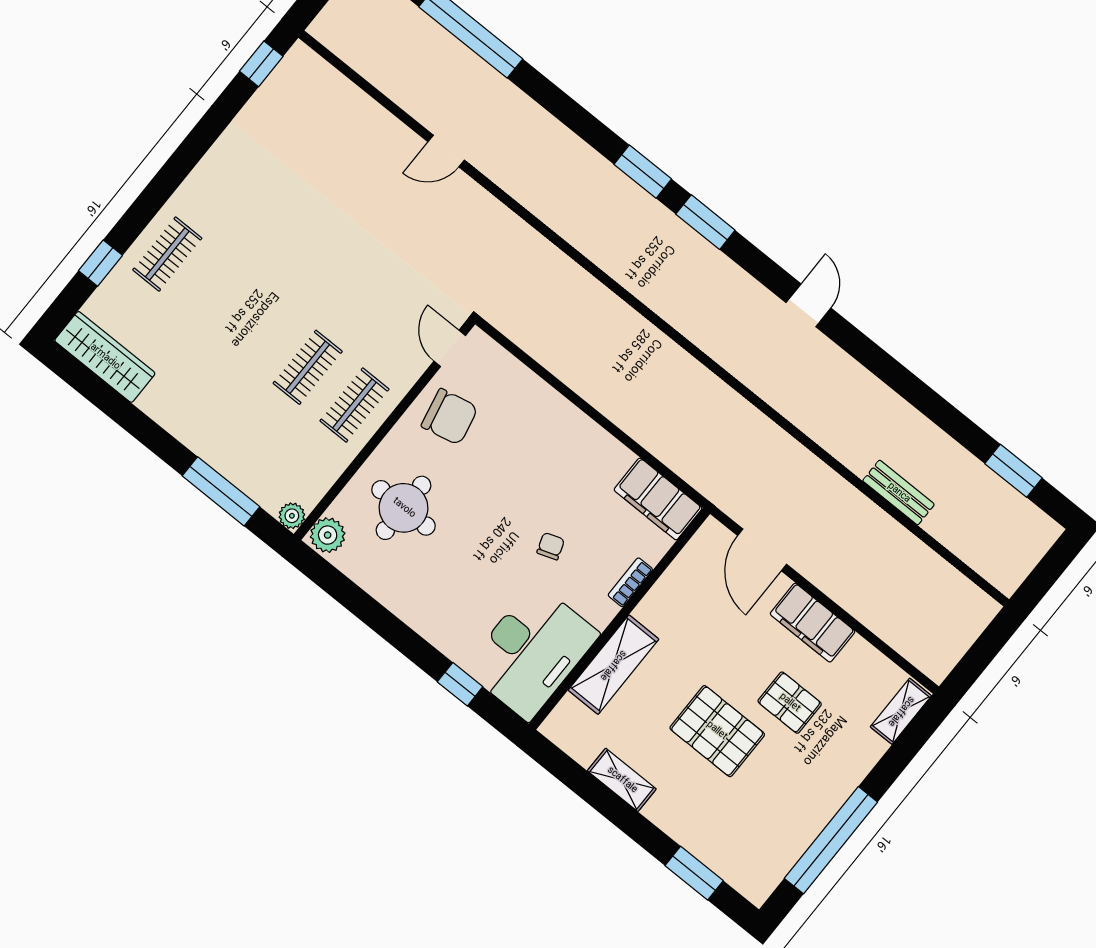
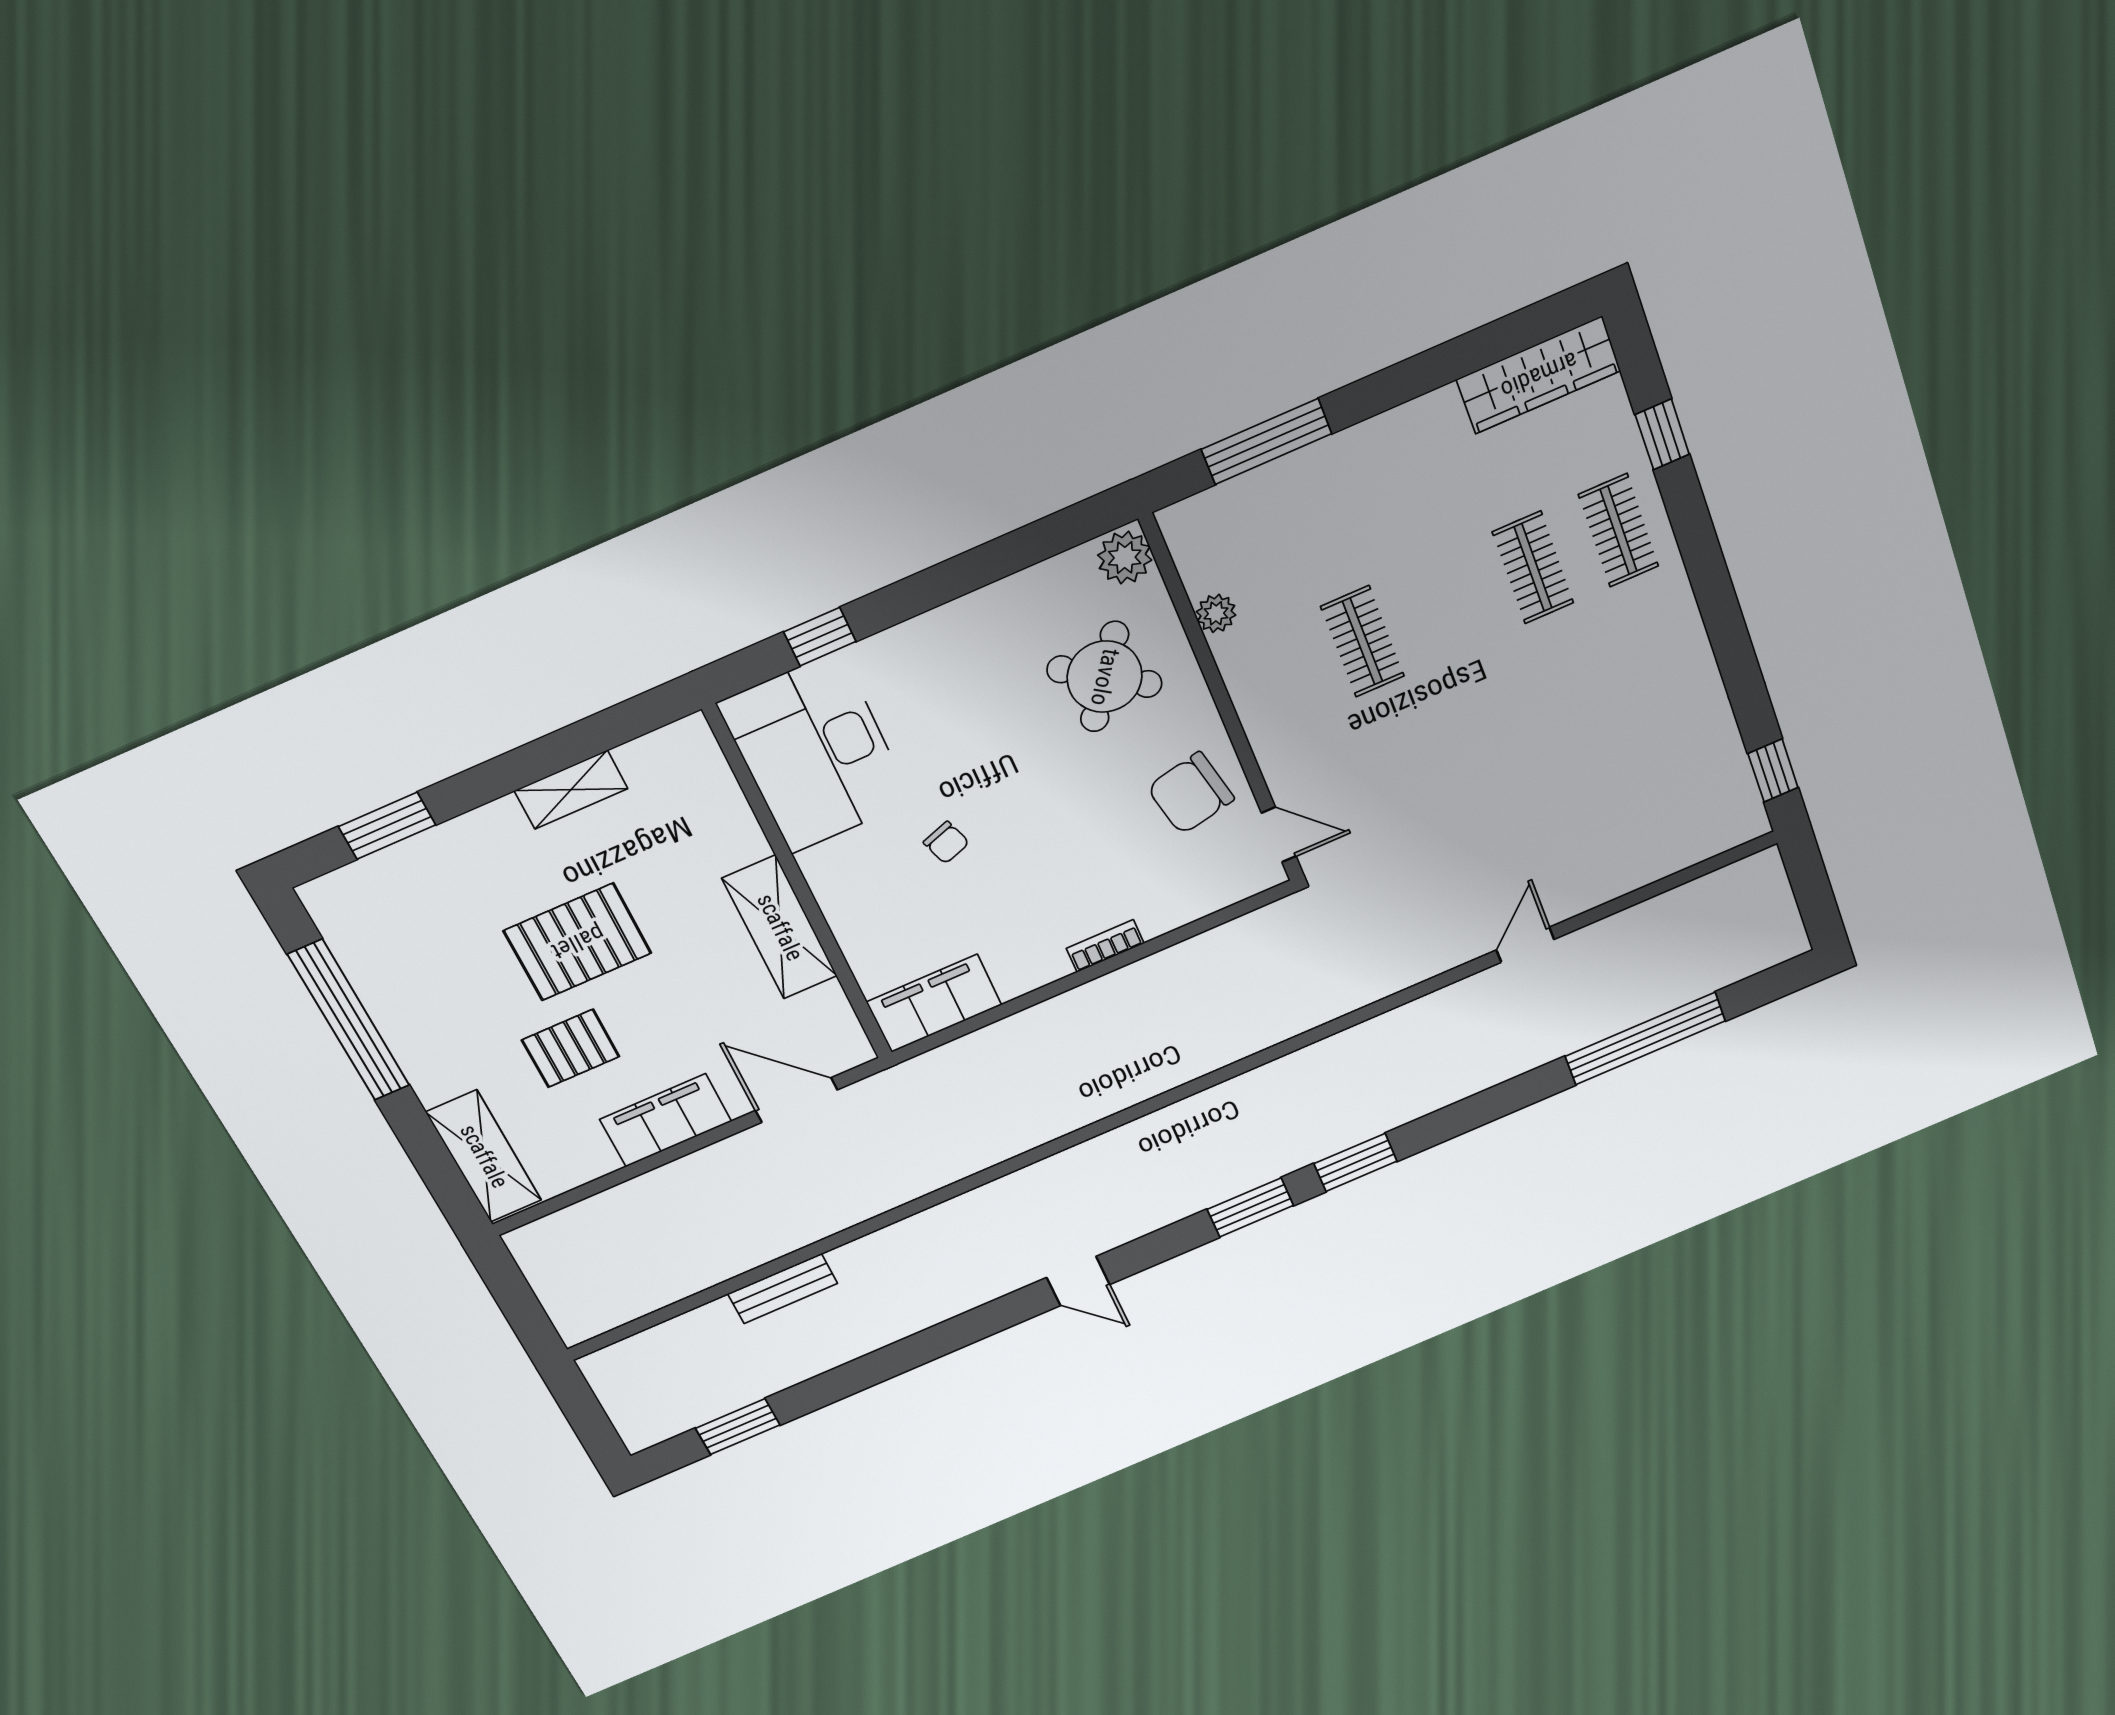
clothes rail: (354, 405) -> (1533, 567), moved
round table: (404, 508) -> (1105, 677), turned 35
plant: (292, 516) -> (1216, 613), moved
bookcase: (630, 582) -> (1105, 946), moved, turned -90
shelving: (613, 665) -> (780, 927), moved
shelving: (901, 711) -> (484, 1156), width x1.50, depth x1.33

